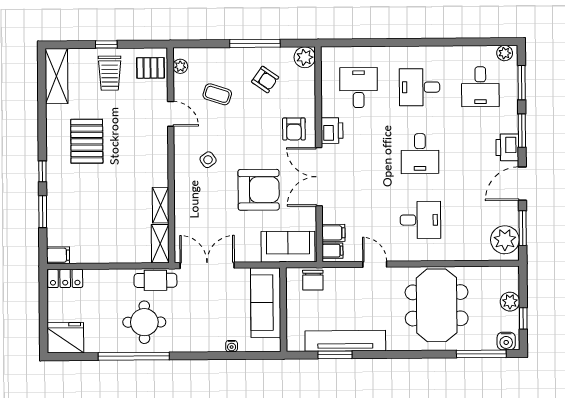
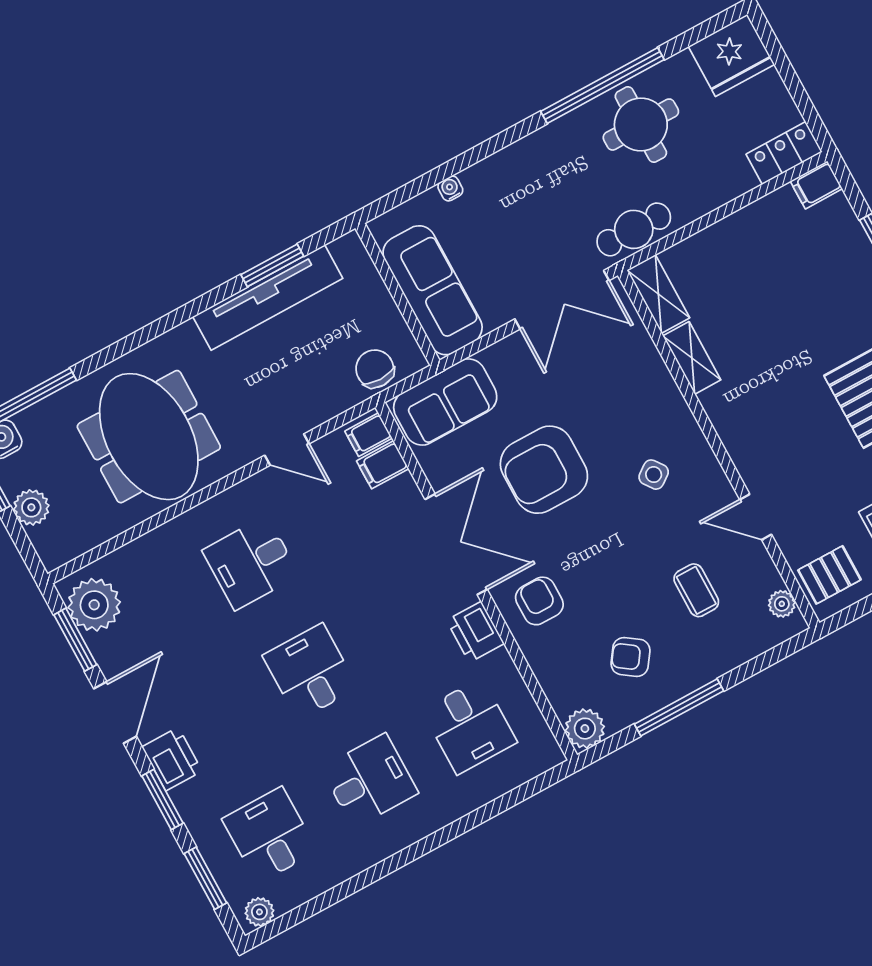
coffee table: (217, 94) -> (696, 590), turned 72
round table: (144, 322) -> (641, 125), moved

